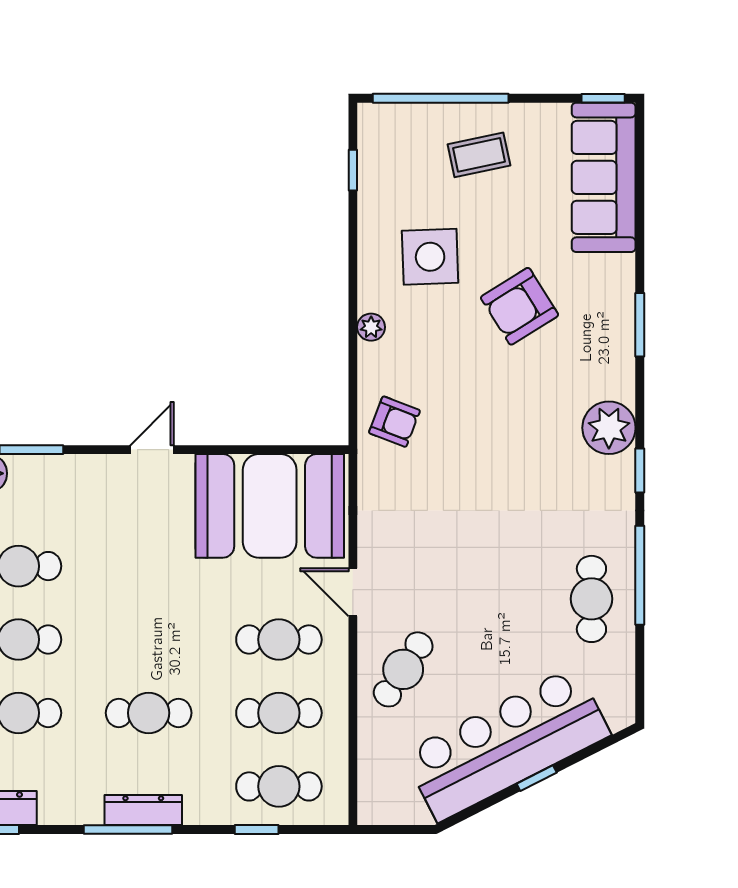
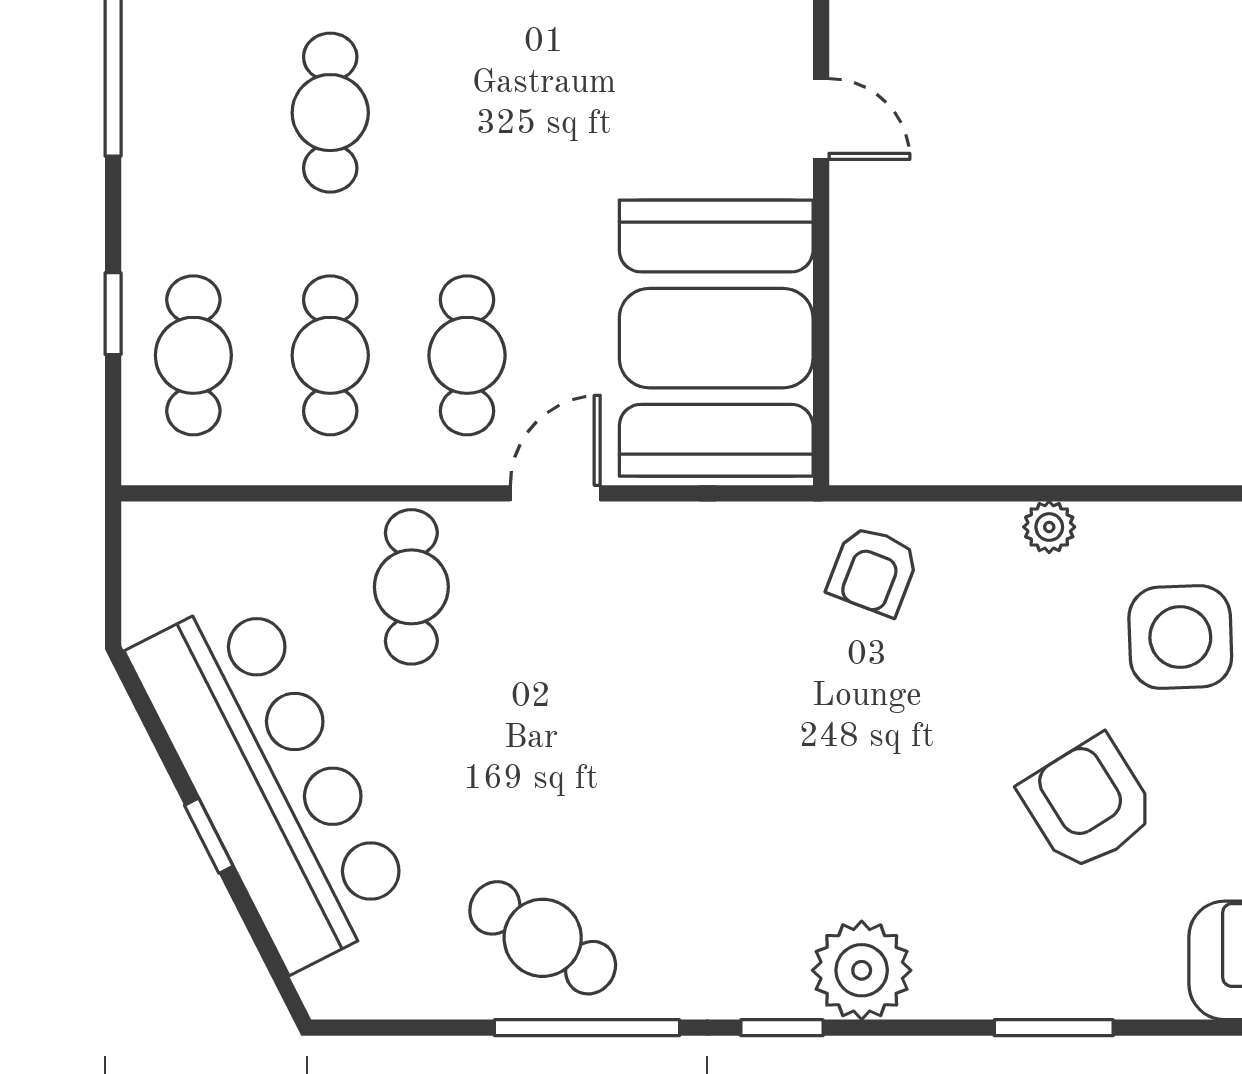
cafe table: (591, 599) -> (543, 938), turned 32
cafe table: (403, 669) -> (411, 587), turned 57
dresser: (143, 810) -> (149, 103), removed

